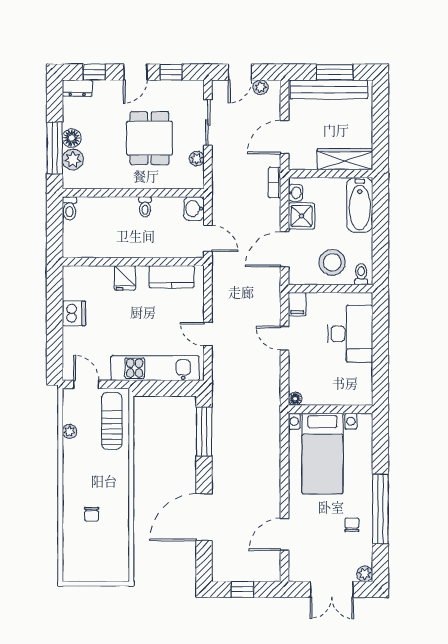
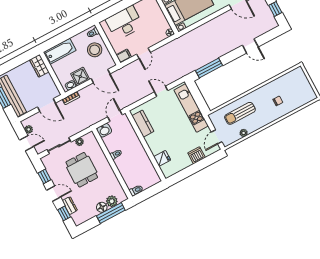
dresser: (77, 88) -> (70, 205), moved
dining table: (150, 138) -> (82, 170), turned 90
wardrobe: (345, 159) -> (39, 66), width x0.67
fridge: (125, 278) -> (162, 158), moved
dishwasher: (74, 313) -> (197, 155), moved
door: (208, 334) -> (161, 91), swing flipped
sun lounger: (112, 421) -> (240, 113), moved
door: (204, 517) -> (250, 46), width x0.53

